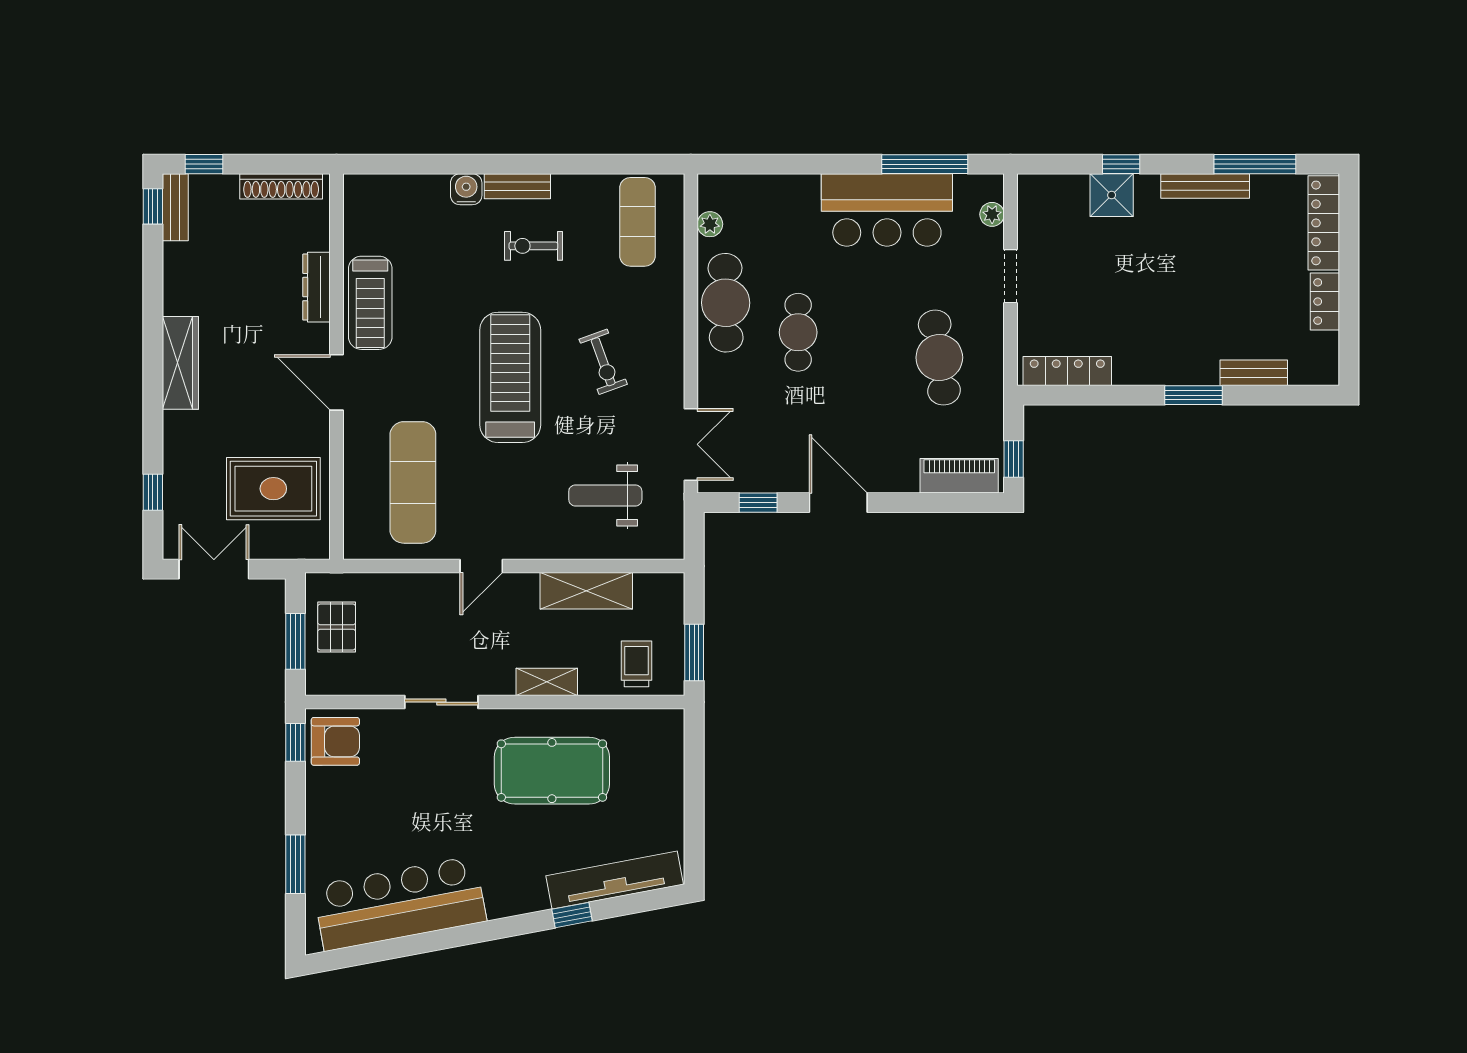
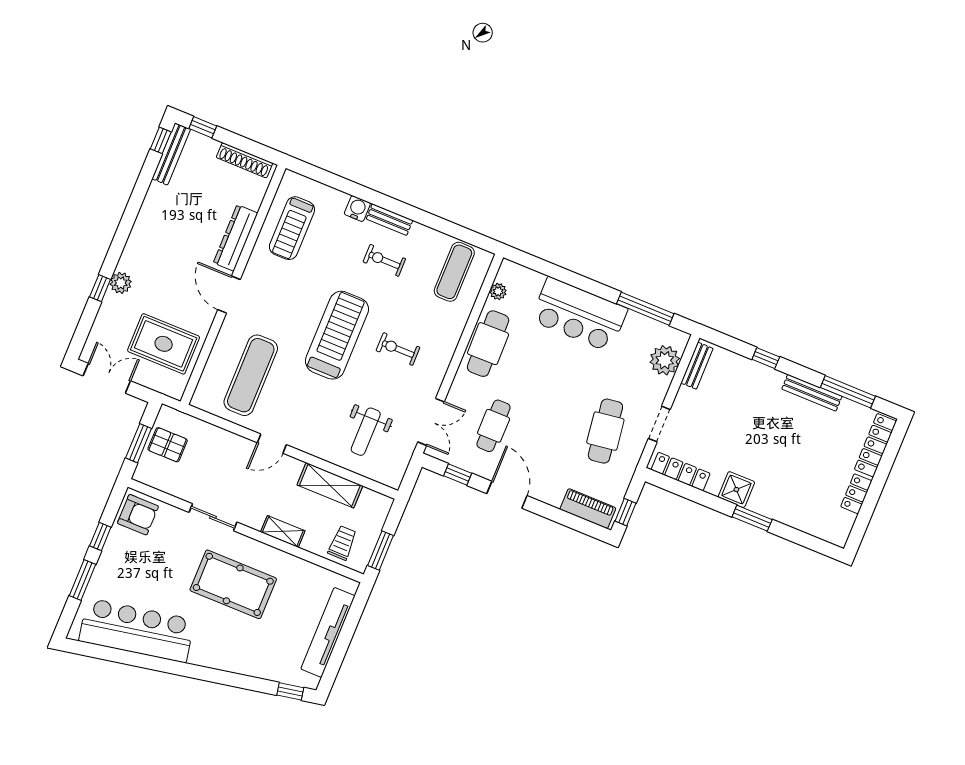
shower: (1112, 195) -> (736, 490), moved
bench: (175, 207) -> (171, 154), width x1.36
bar counter: (887, 210) -> (579, 314), moved
plant: (992, 214) -> (665, 360), width x1.88, depth x1.88
doorway: (1010, 276) -> (659, 424), moved
dresser: (316, 287) -> (236, 238), width x1.37, depth x1.24
treadmill: (370, 303) -> (292, 228), moved
cafe table: (798, 332) -> (494, 426), moved
exercise bike: (603, 362) -> (398, 349), turned 110
wardrobe: (180, 363) -> (138, 243), removed
bench: (1254, 373) -> (697, 366), moved, turned 90
plant: (179, 428) -> (121, 283), added
window: (153, 492) -> (100, 288), moved
weight bench: (605, 495) -> (366, 432), turned -90
pallet: (337, 627) -> (168, 445), turned 90
window: (295, 742) -> (100, 537), moved
pool table: (552, 771) -> (233, 584), moved
tv unit: (615, 880) -> (328, 632), moved, turned -79
window: (572, 915) -> (290, 691), moved

